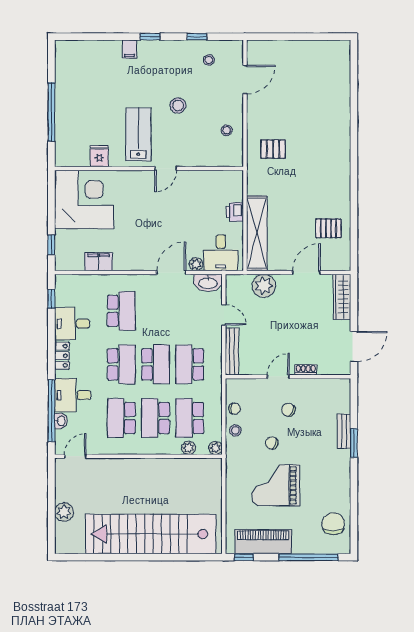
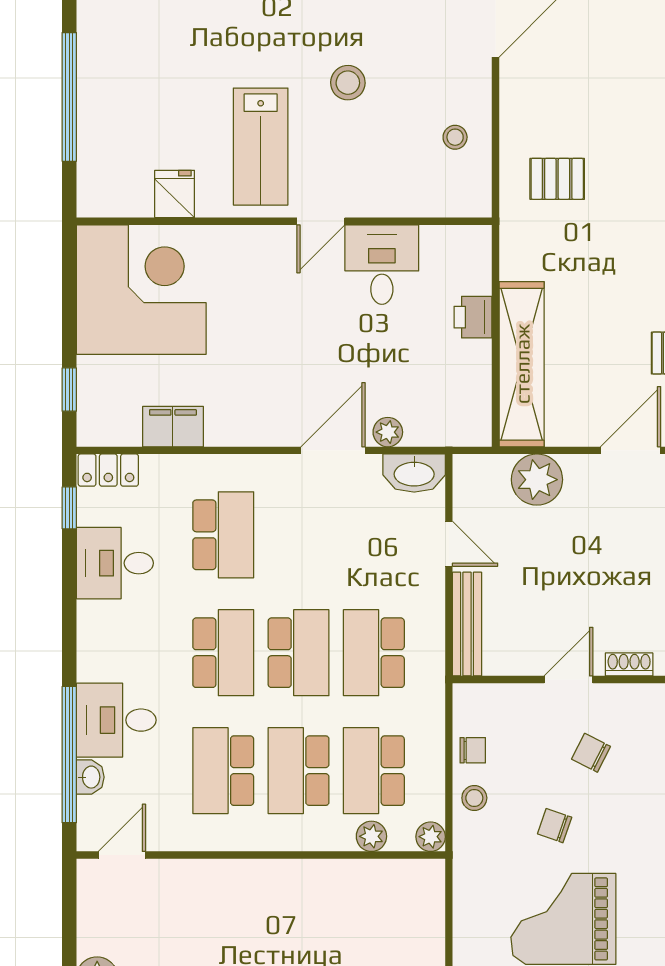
lab bench: (138, 134) -> (261, 147), turned 180
desk: (221, 253) -> (382, 265), moved, turned 180
locker: (62, 356) -> (108, 470), moved, turned 90

